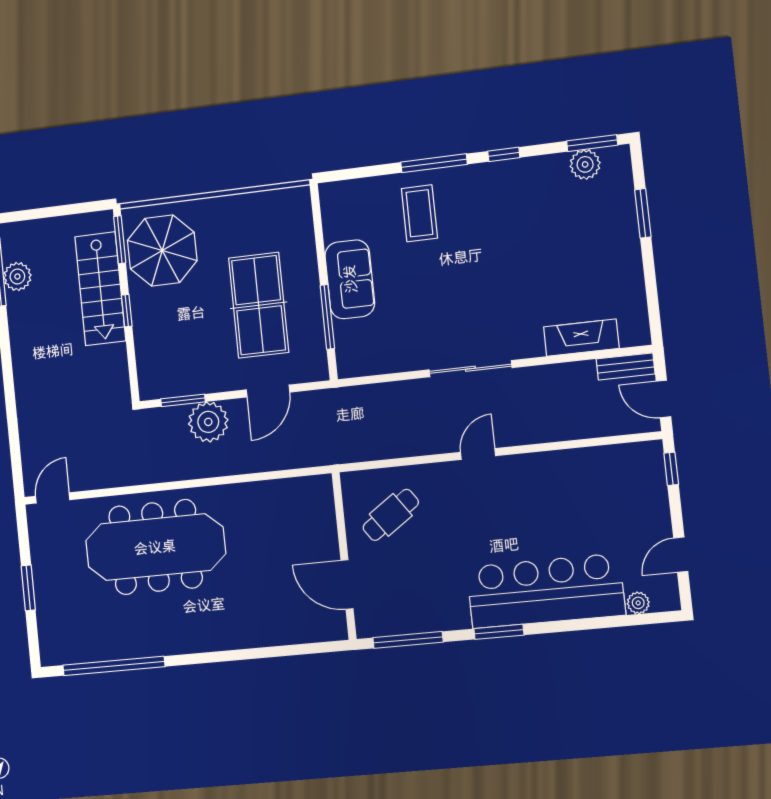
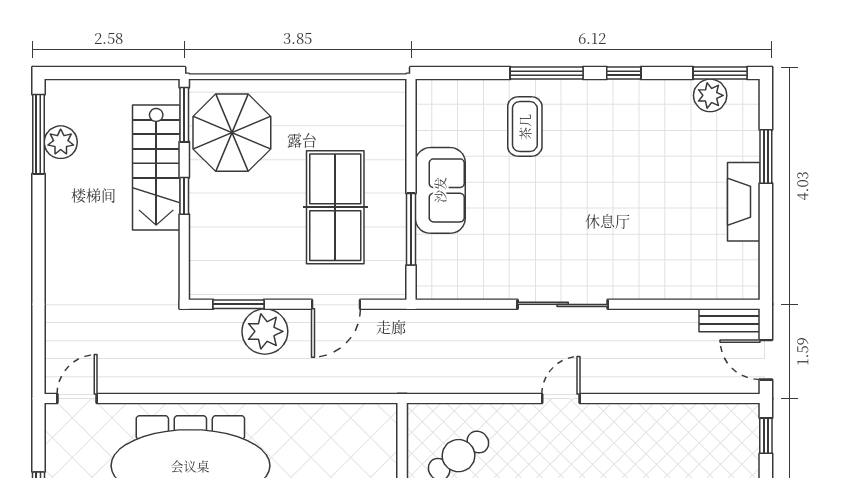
fireplace: (581, 338) -> (744, 202), moved, turned -90

